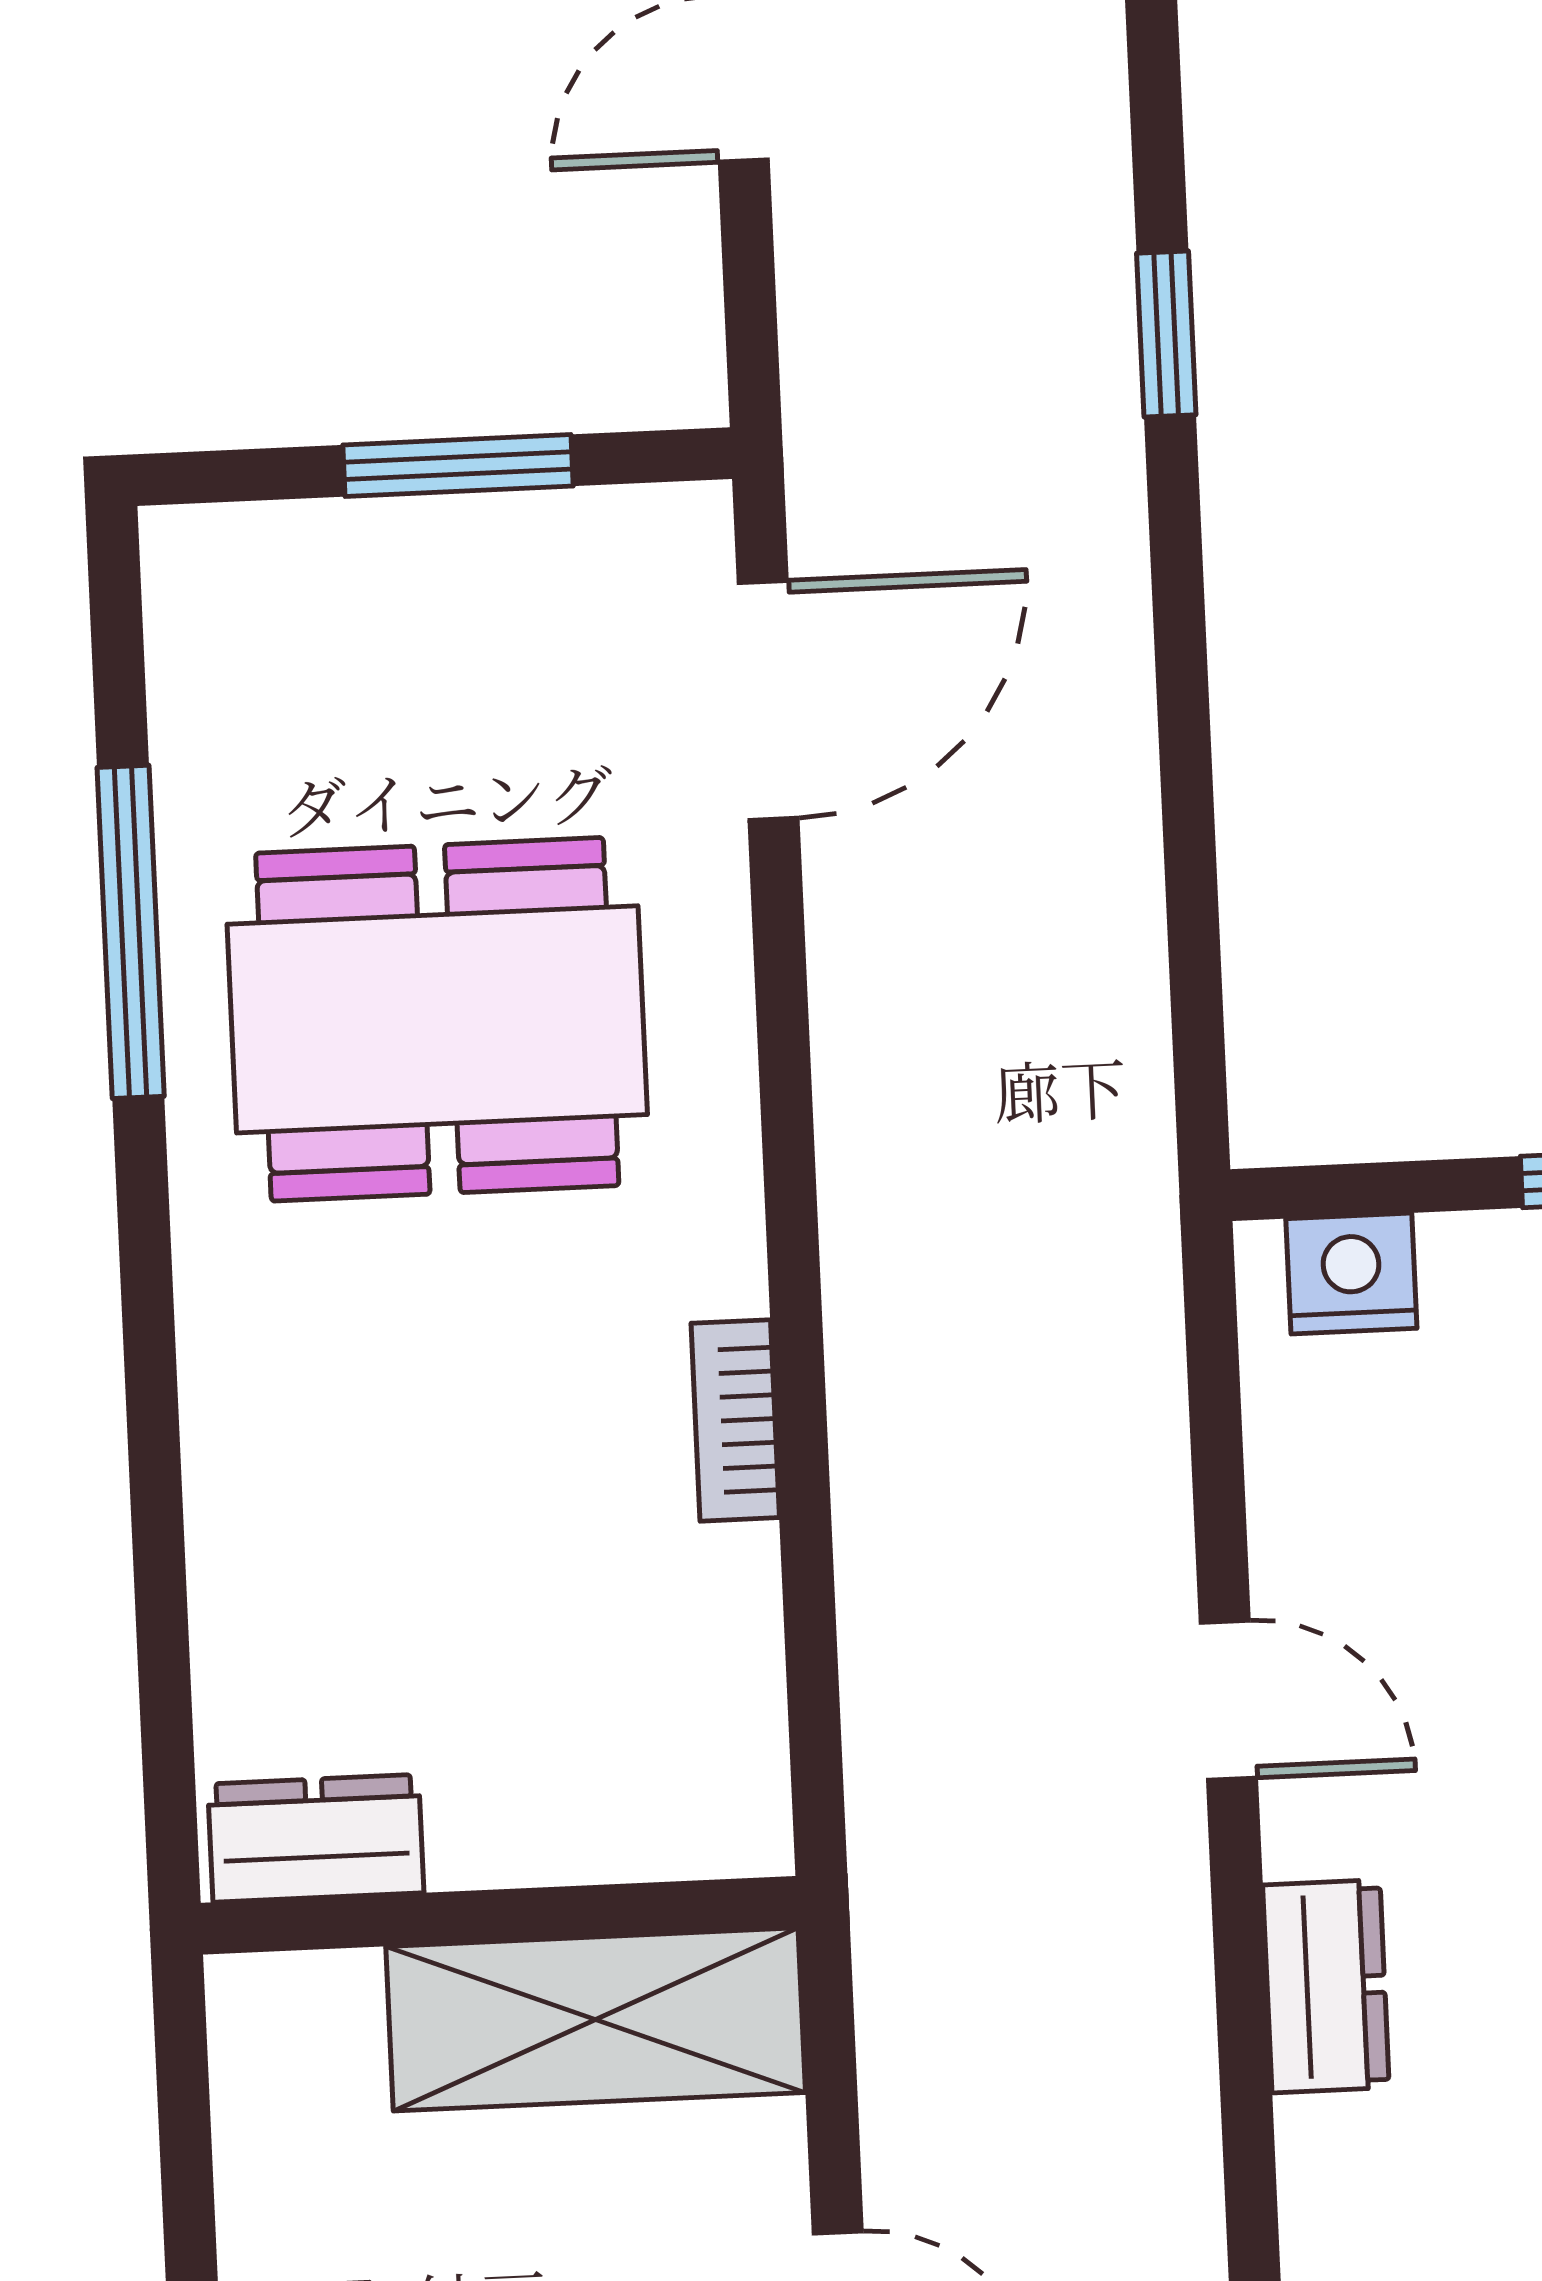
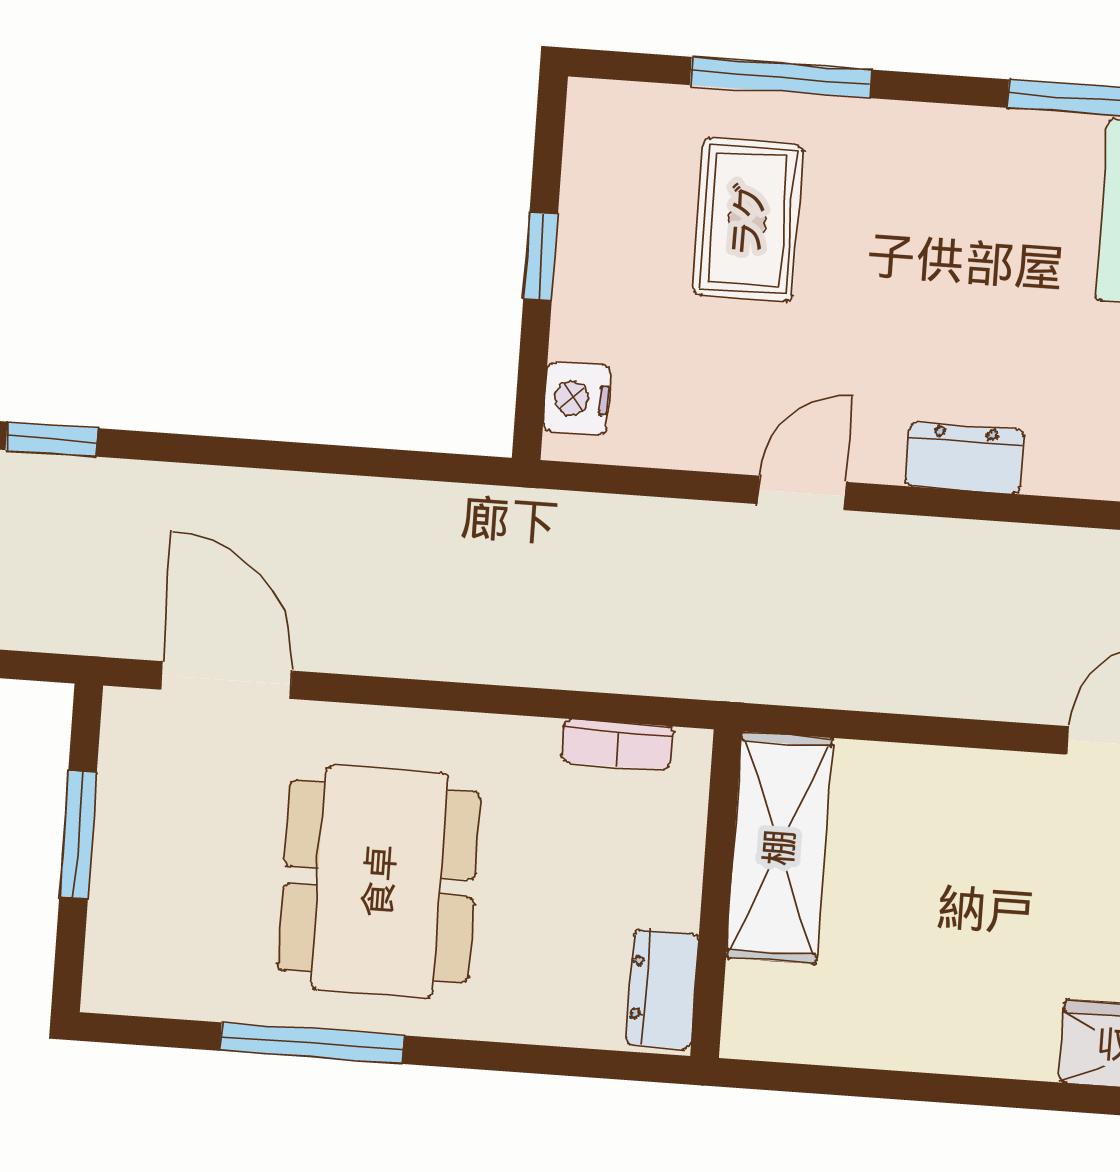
dresser: (316, 1838) -> (662, 989), moved
wall: (499, 1915) -> (716, 894), moved
shelving: (596, 2019) -> (779, 848), moved

